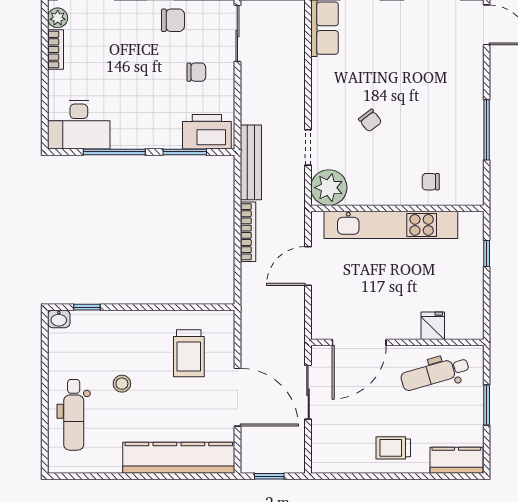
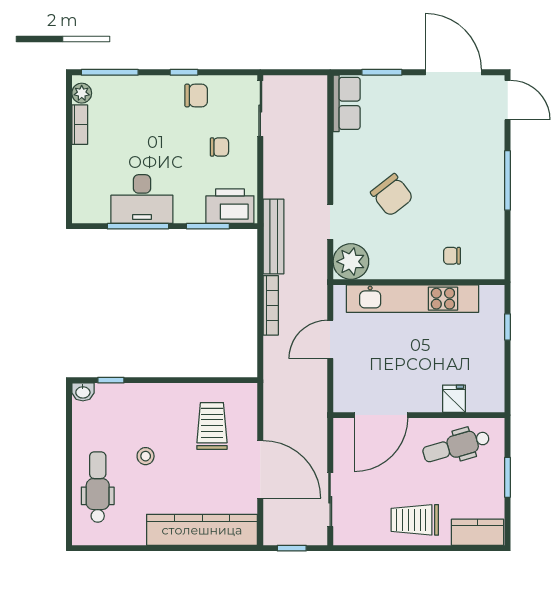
chair: (370, 120) -> (392, 195), width x1.87, depth x1.87
desk: (79, 125) -> (142, 199), moved
window: (487, 130) -> (508, 180), moved
trolley: (189, 353) -> (212, 426), turned 180
sliding door: (308, 392) -> (330, 500), moved
dental chair: (74, 415) -> (98, 487), turned 180
trolley: (393, 448) -> (415, 520), width x1.36, depth x1.39

